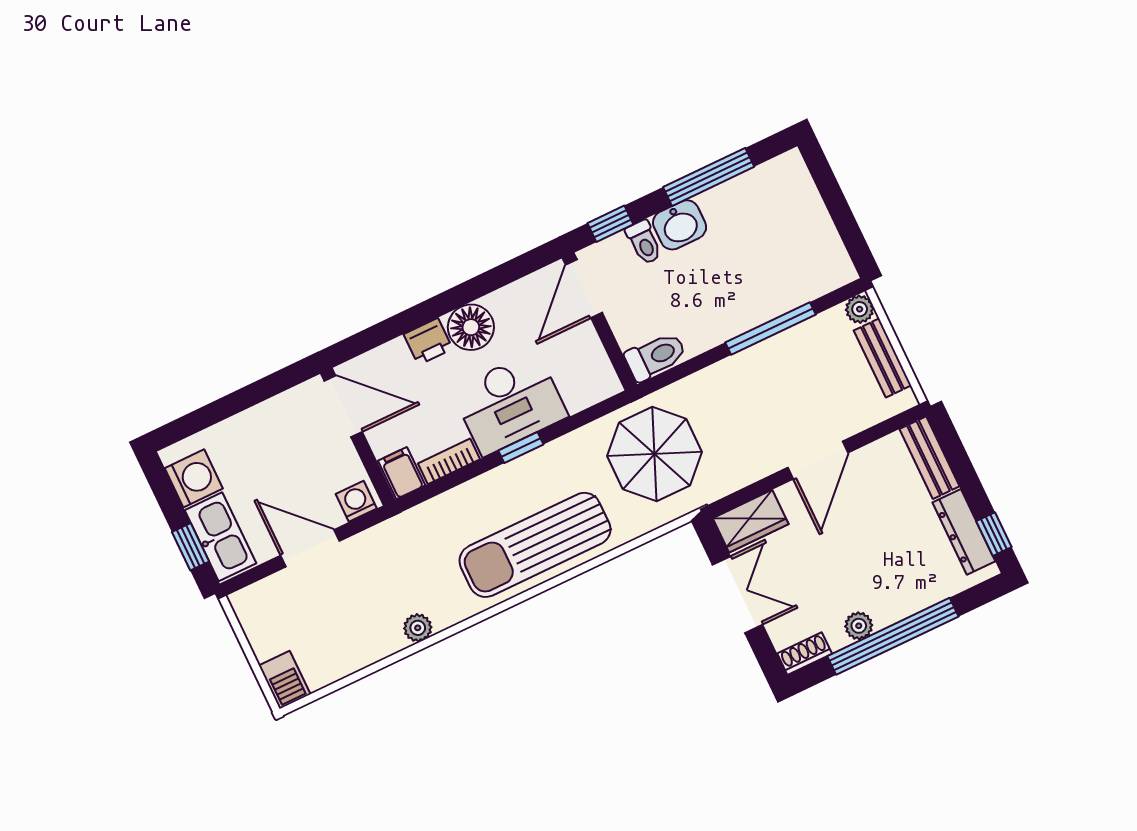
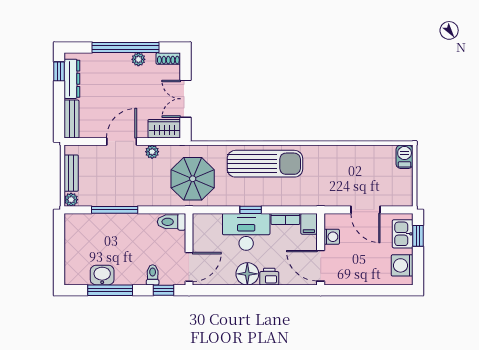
washbasin: (680, 225) -> (102, 275), moved
washing machine: (356, 501) -> (332, 237), moved, turned -90
kitchen sink: (220, 537) -> (403, 234), width x0.73
plant: (418, 628) -> (152, 152), moved

